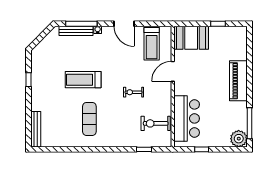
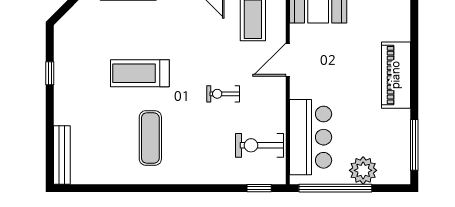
plant: (239, 139) -> (363, 170), moved
window: (144, 149) -> (259, 188), moved
window: (202, 149) -> (335, 188), width x3.17

